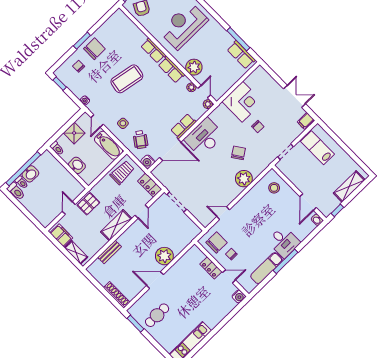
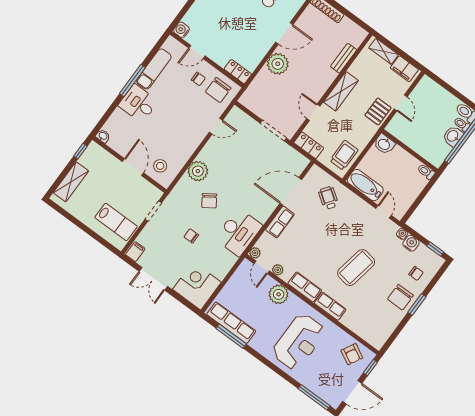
row of seats: (241, 55) -> (231, 323), width x1.48
corner desk: (242, 102) -> (197, 286), moved, turned 90
side table: (123, 123) -> (352, 214), removed
shower: (74, 133) -> (409, 193), removed
desk: (204, 137) -> (239, 232), moved
water cooler: (148, 162) -> (411, 243), moved
washbasin: (77, 165) -> (384, 144), moved
trolley: (122, 172) -> (344, 155), turned 180
door: (308, 202) -> (133, 167), moved
locker: (211, 268) -> (238, 72), moved

